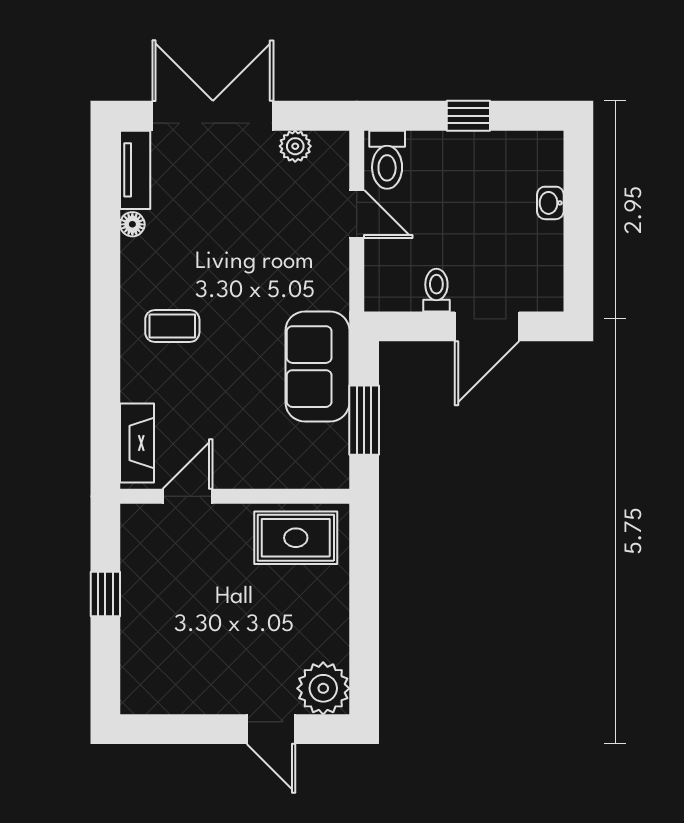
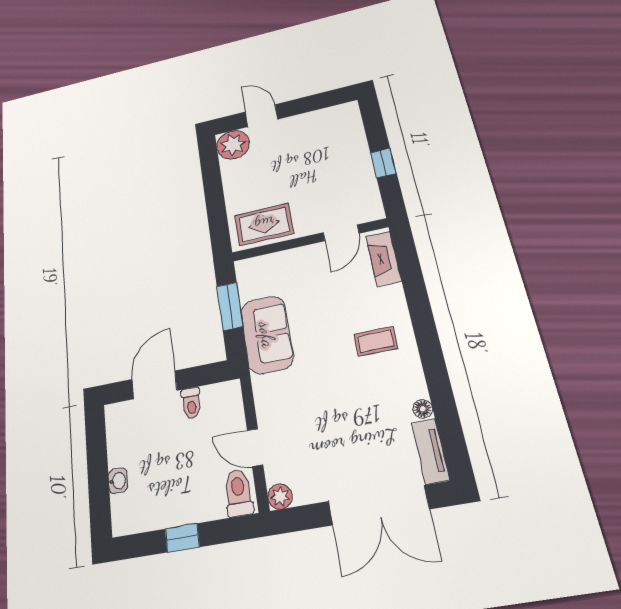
plant: (295, 146) -> (280, 497), moved

